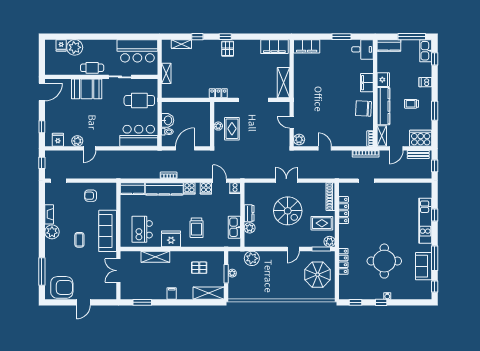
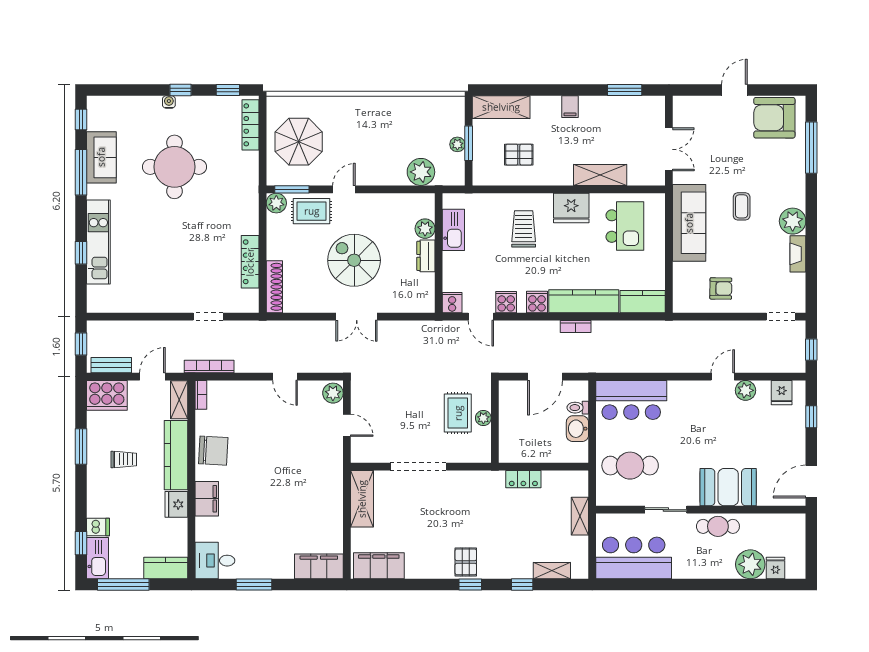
dishwasher: (425, 82) -> (98, 527), moved
locker: (218, 93) -> (523, 479), moved
rug: (322, 223) -> (312, 211), moved
locker: (343, 261) -> (250, 125), moved

